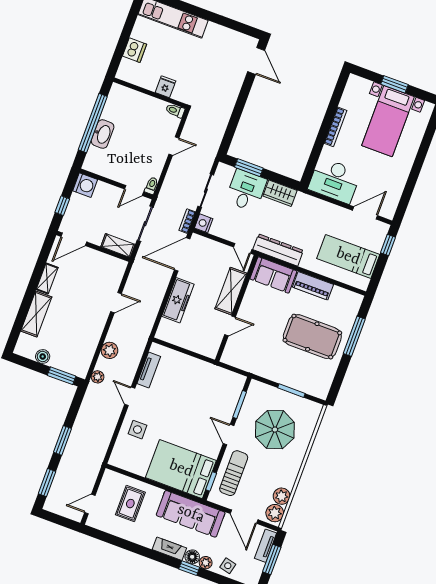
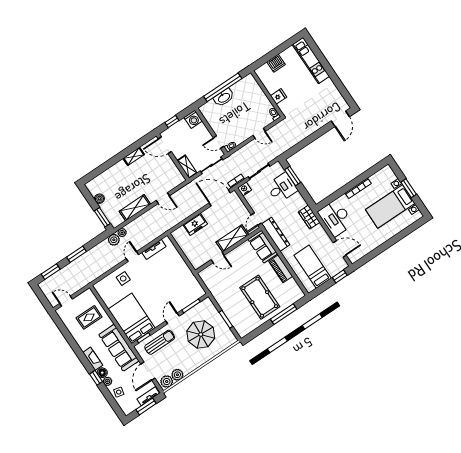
wardrobe: (280, 193) -> (309, 217), moved
freezer: (178, 300) -> (195, 224), width x0.71
shelving: (36, 314) -> (135, 208), moved
plant: (109, 350) -> (114, 240), moved

